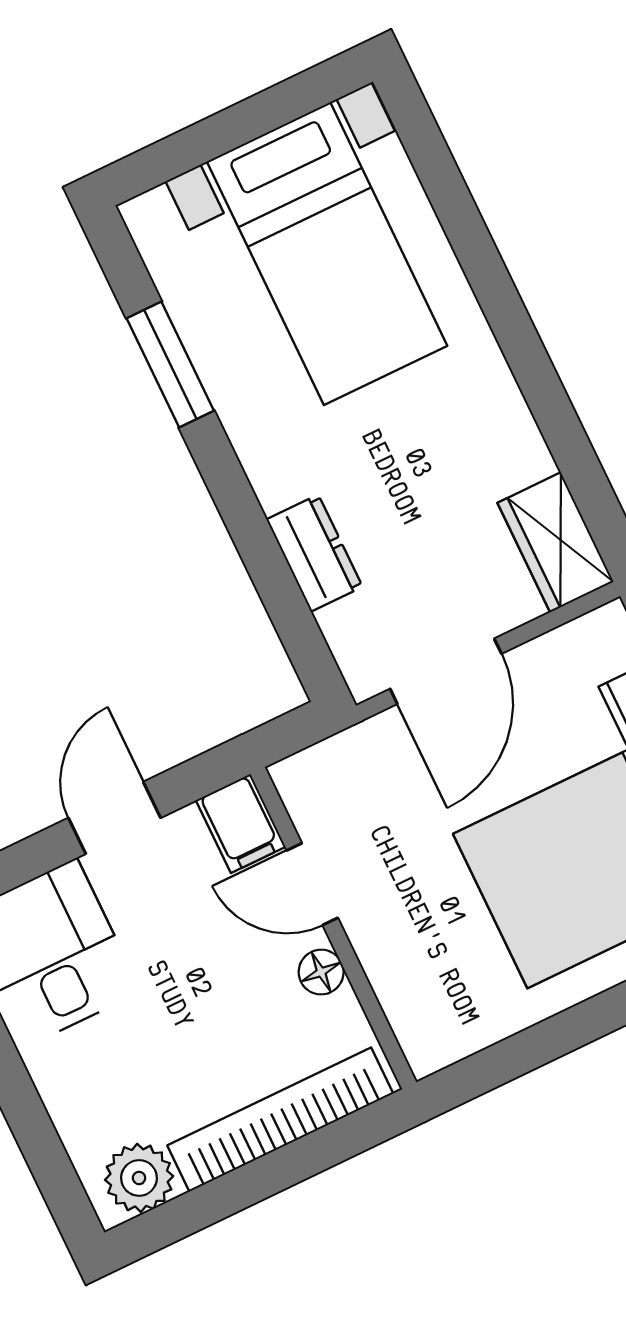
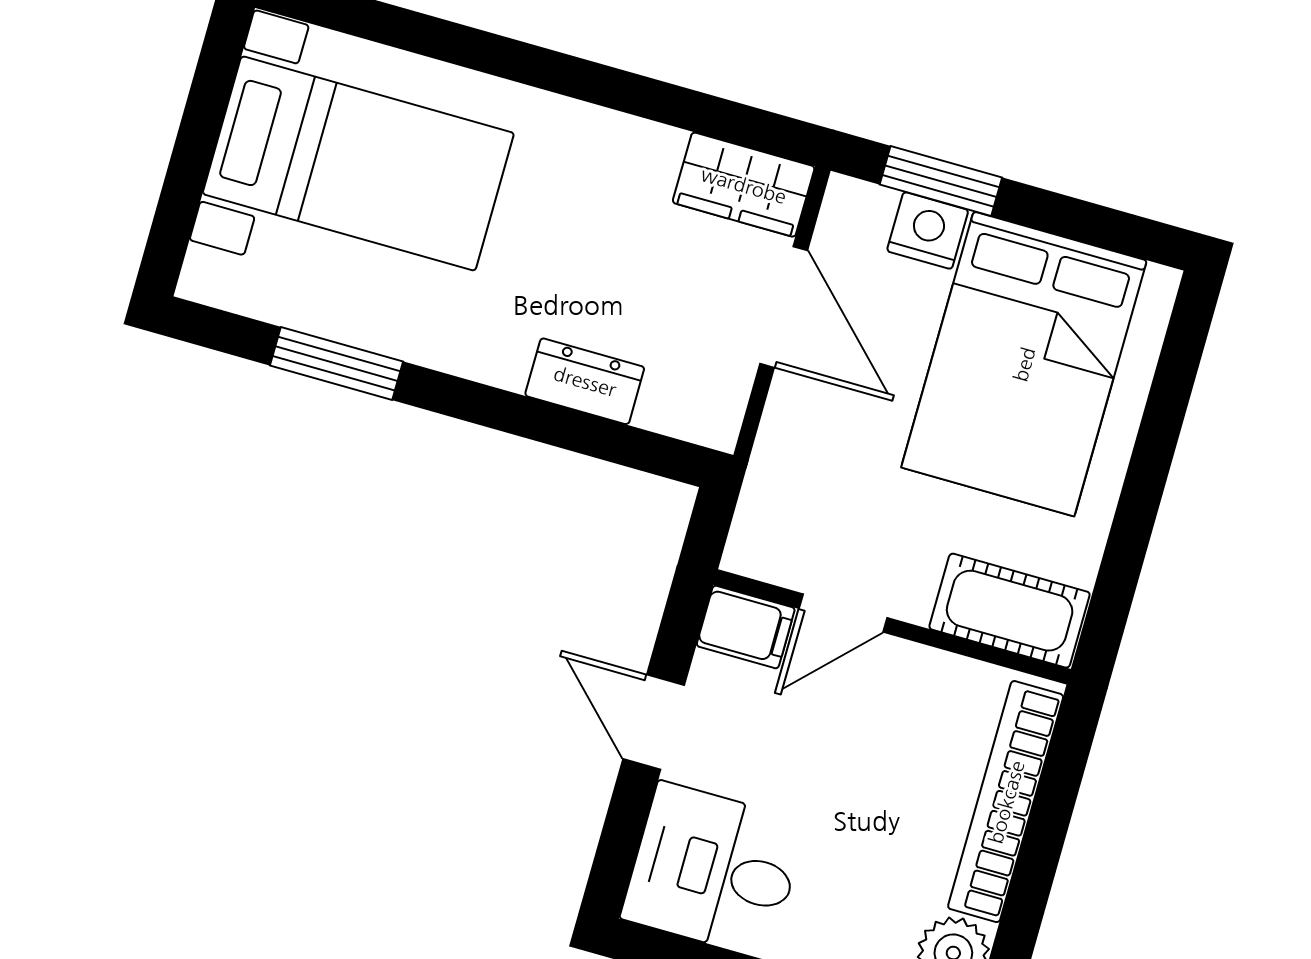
door: (446, 671) -> (784, 307), moved
floor lamp: (321, 972) -> (918, 667), removed
cot: (419, 1002) -> (1010, 611), added

